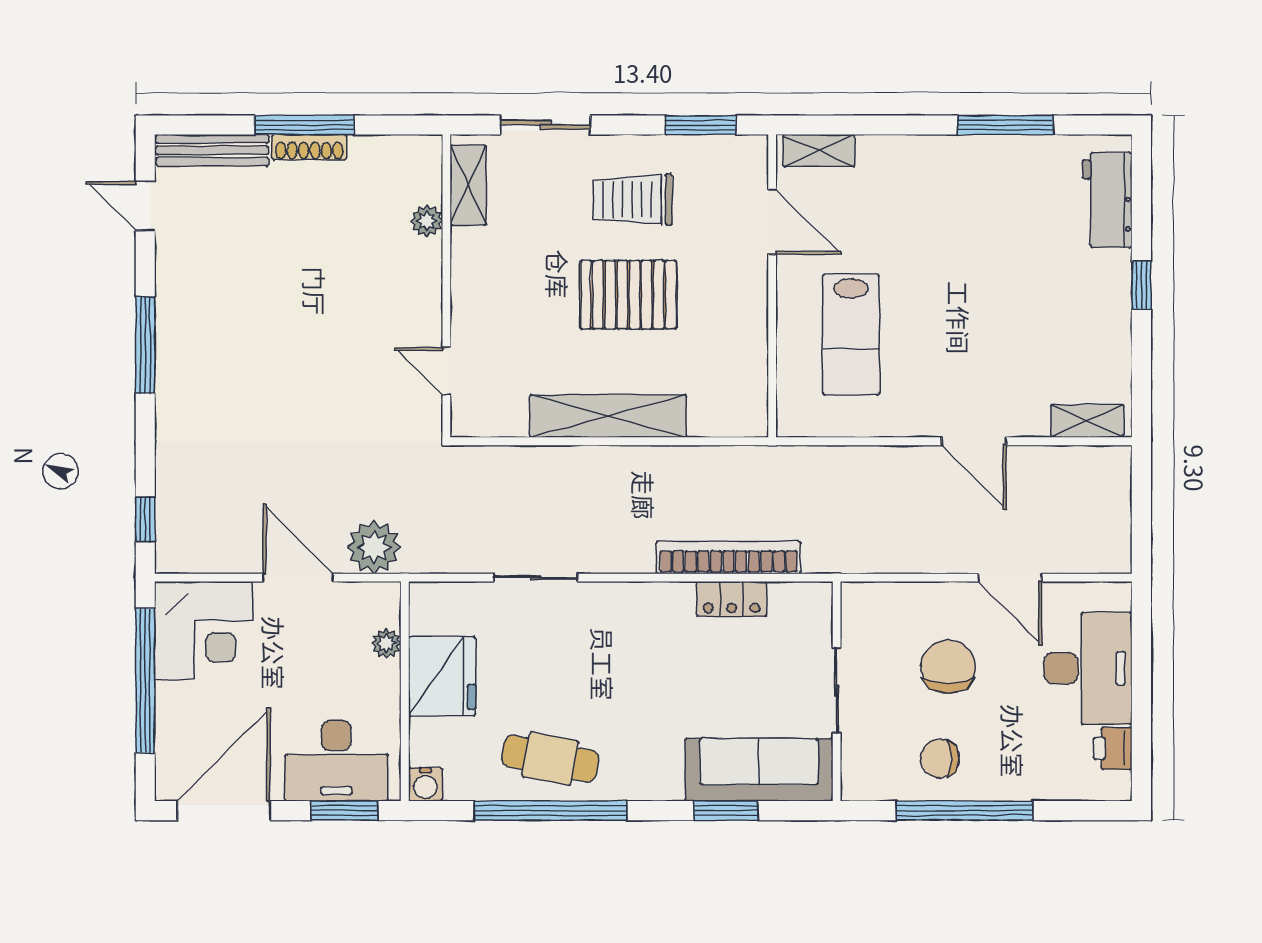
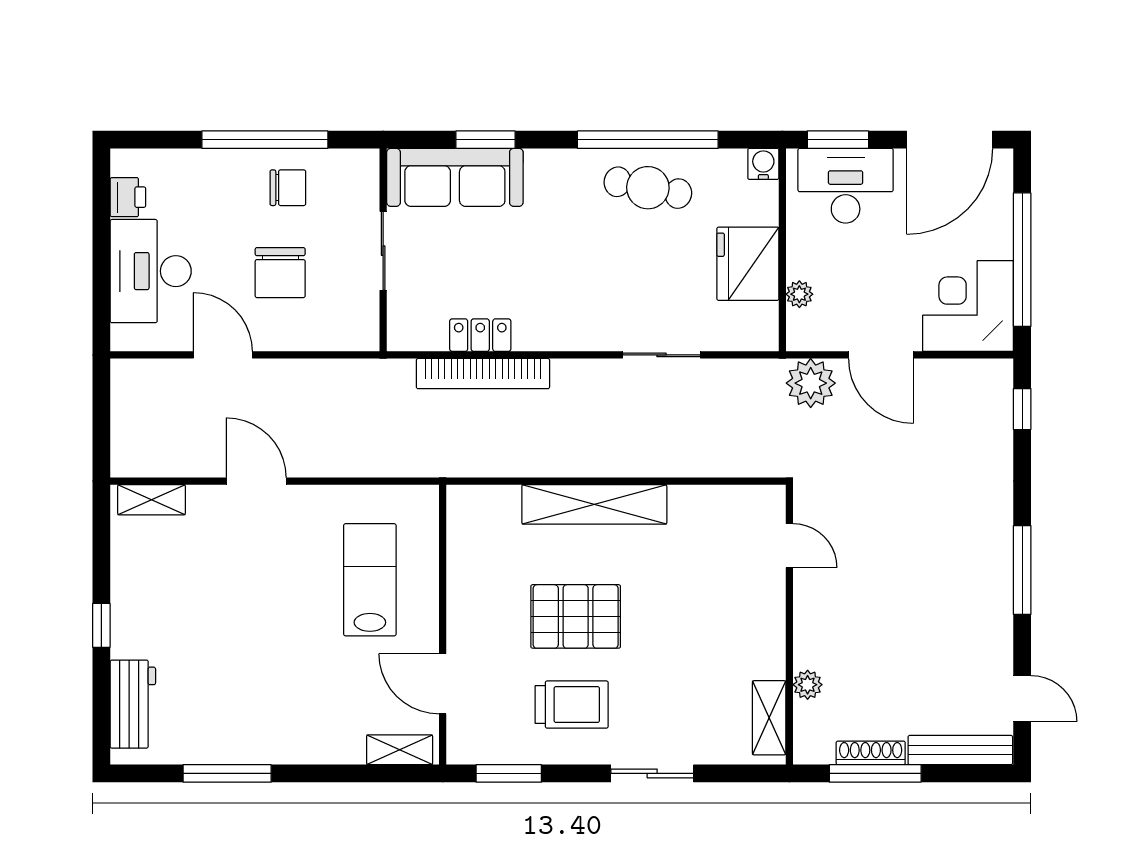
shelving: (468, 185) -> (769, 718), moved
plant: (427, 221) -> (808, 685), moved
wall: (446, 286) -> (789, 625), moved
door: (446, 371) -> (789, 546), moved

